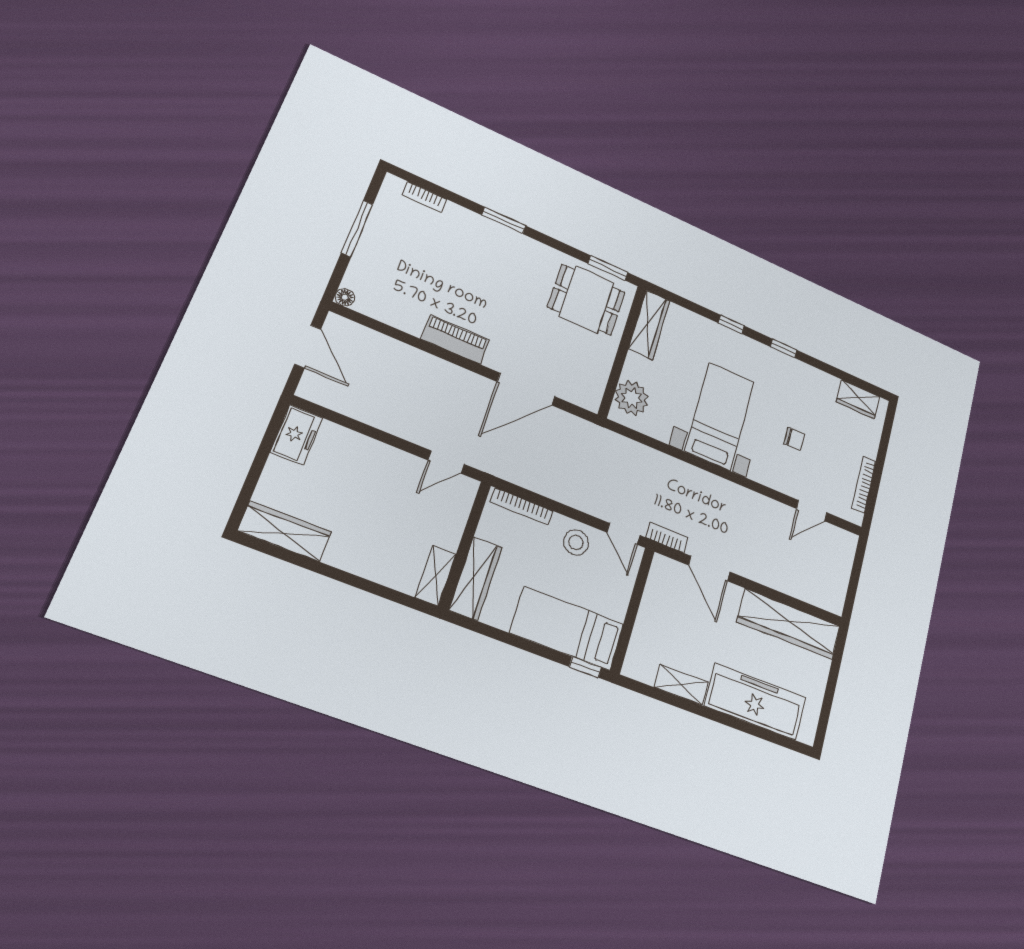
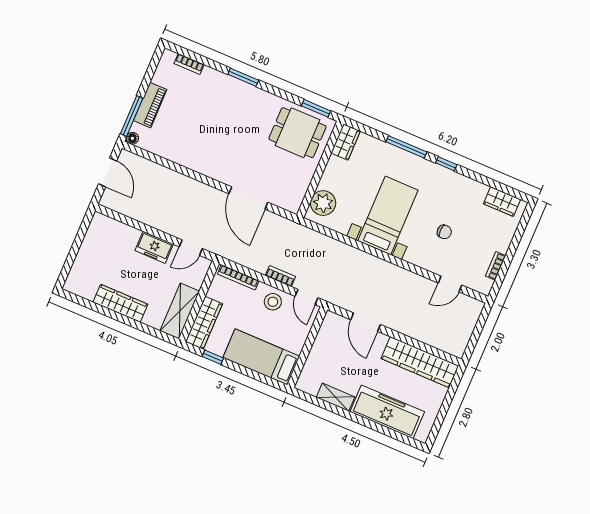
window: (357, 228) -> (132, 116), moved
window: (731, 324) -> (406, 147), width x2.17
wardrobe: (649, 325) -> (346, 142), width x0.67
piano: (455, 340) -> (150, 105), moved, turned 90
door: (526, 389) -> (248, 198), hinge flipped
freezer: (297, 435) -> (154, 247), moved, turned 90
bookcase: (864, 485) -> (496, 266), width x0.64
wardrobe: (285, 531) -> (120, 303), moved
bookcase: (667, 537) -> (280, 276), moved
shelving: (435, 576) -> (180, 311), width x1.50, depth x1.33
window: (585, 667) -> (213, 357), moved

